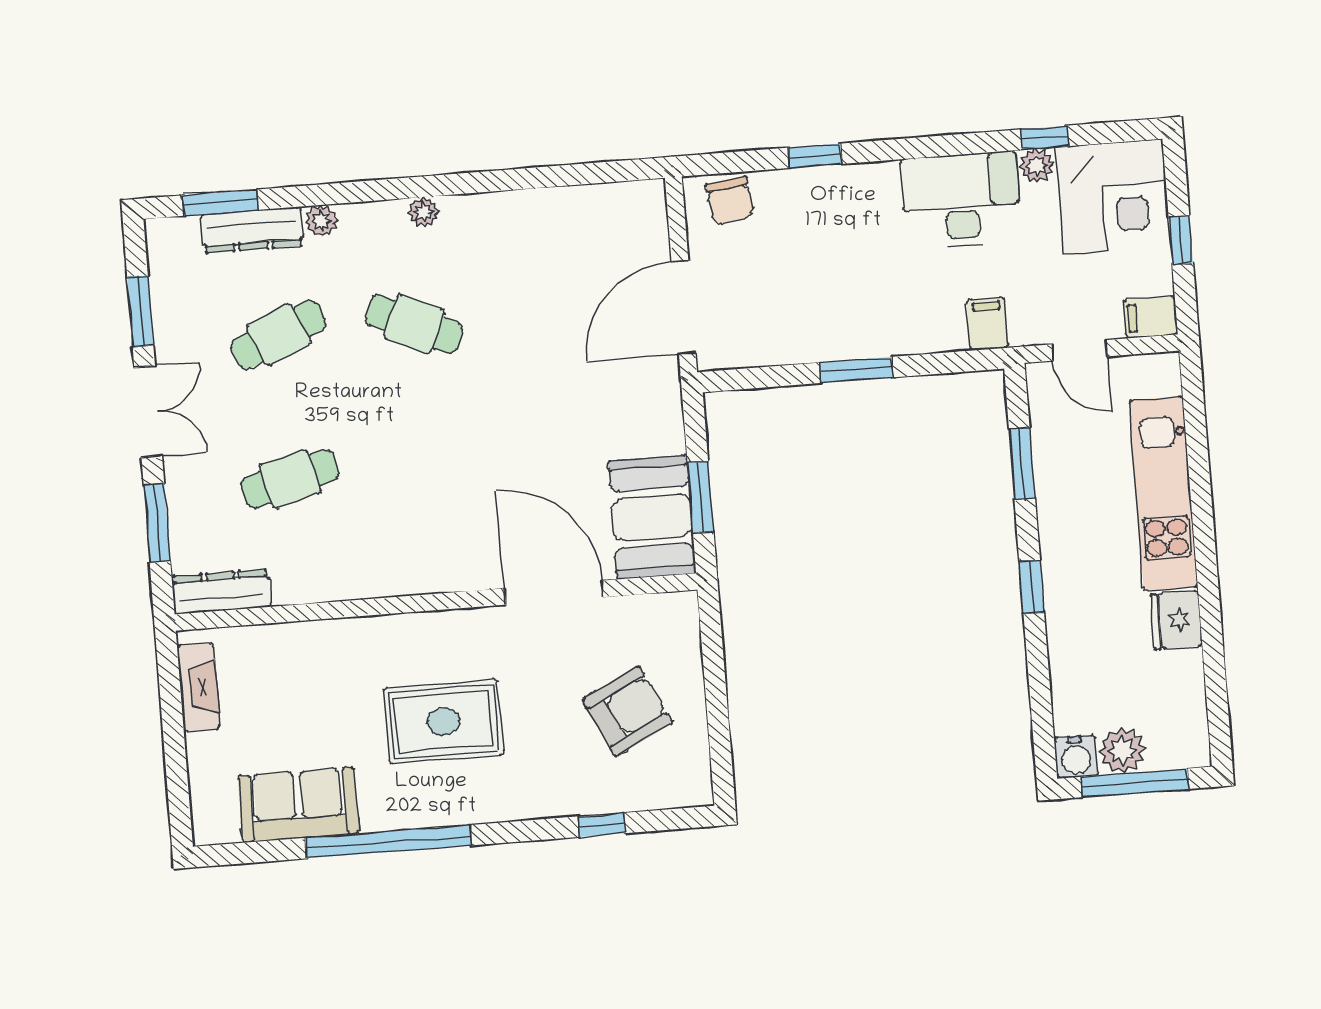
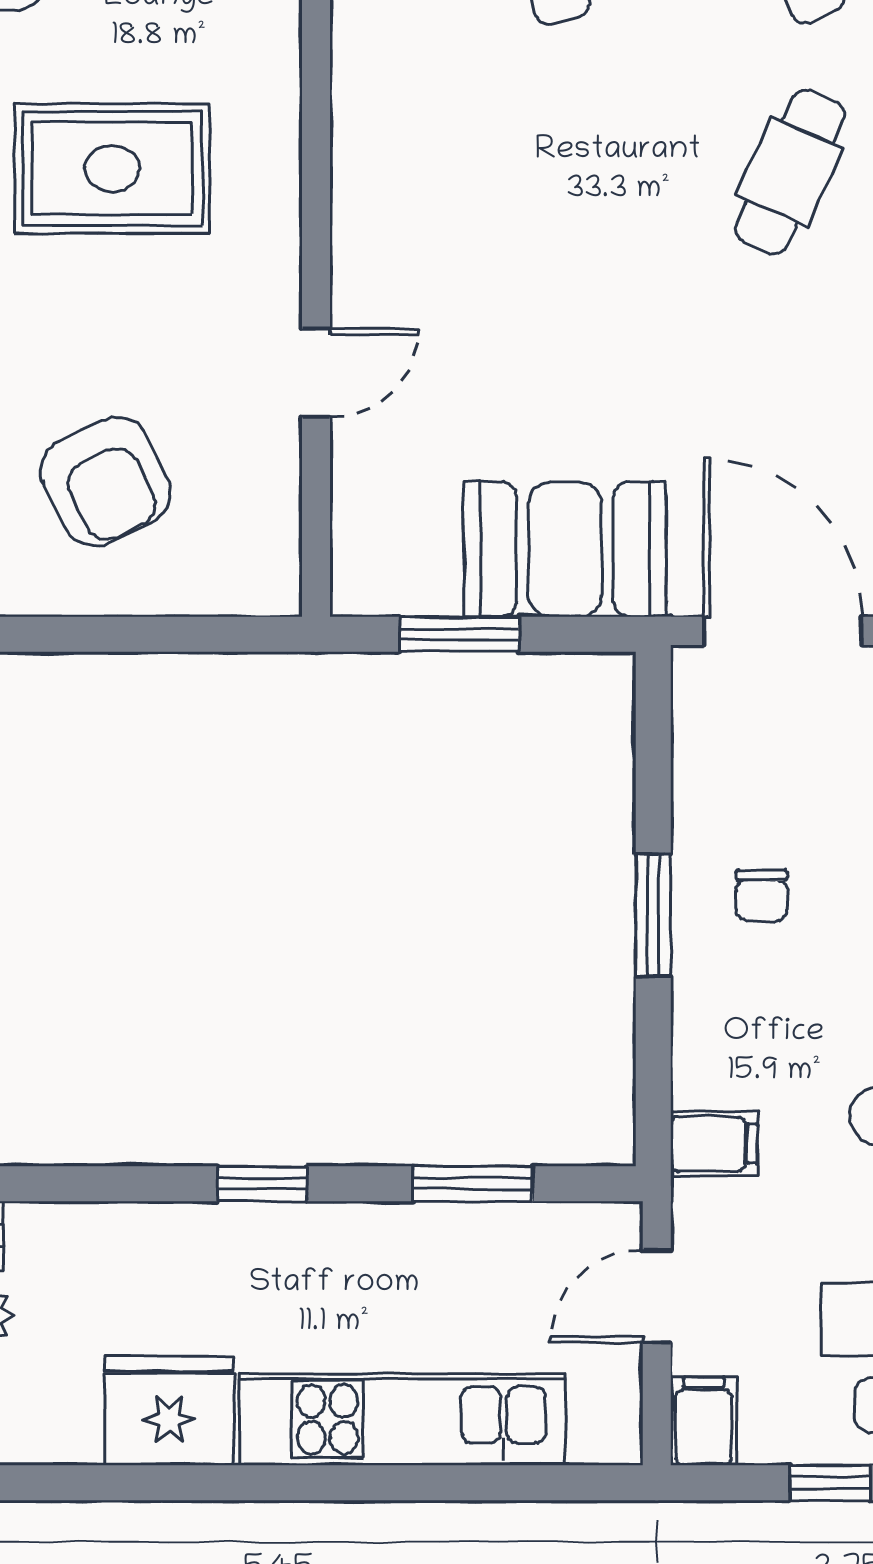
chair: (840, 307) -> (762, 896), added
booth: (652, 517) -> (565, 549), moved
door: (554, 593) -> (316, 373), width x0.53
fridge: (1176, 620) -> (169, 1411), width x1.36, depth x1.34
rug: (443, 722) -> (112, 169), turned 90

